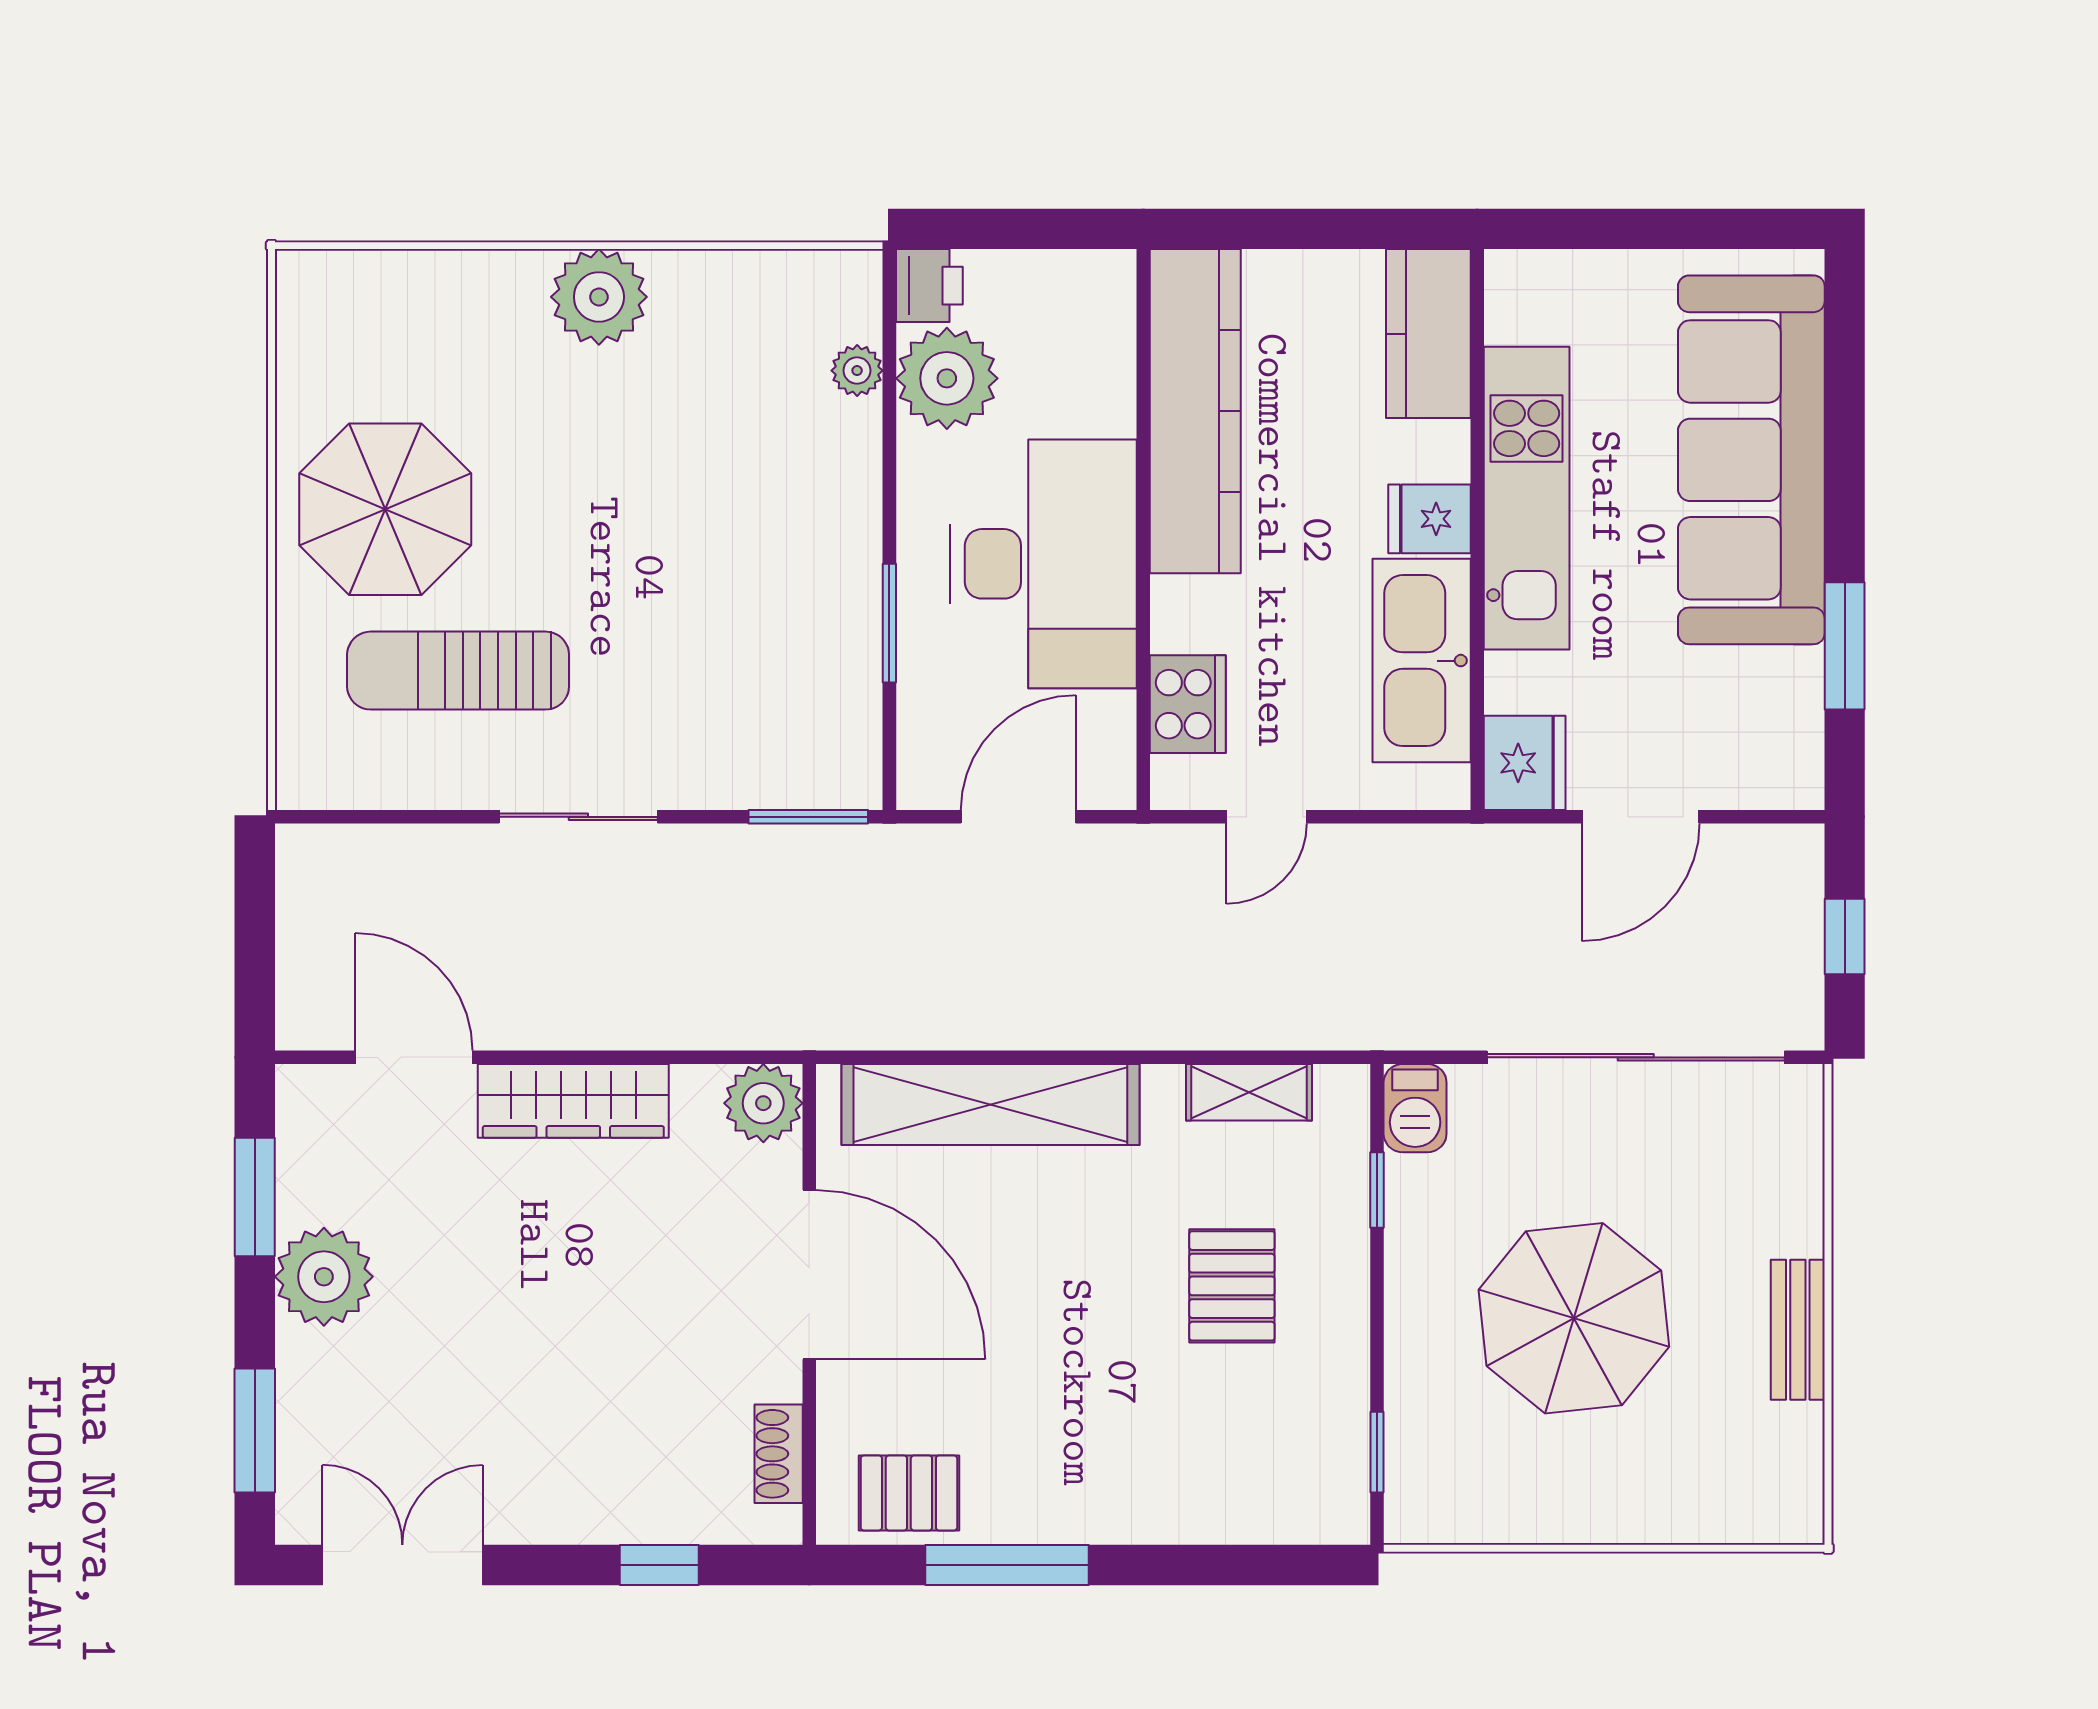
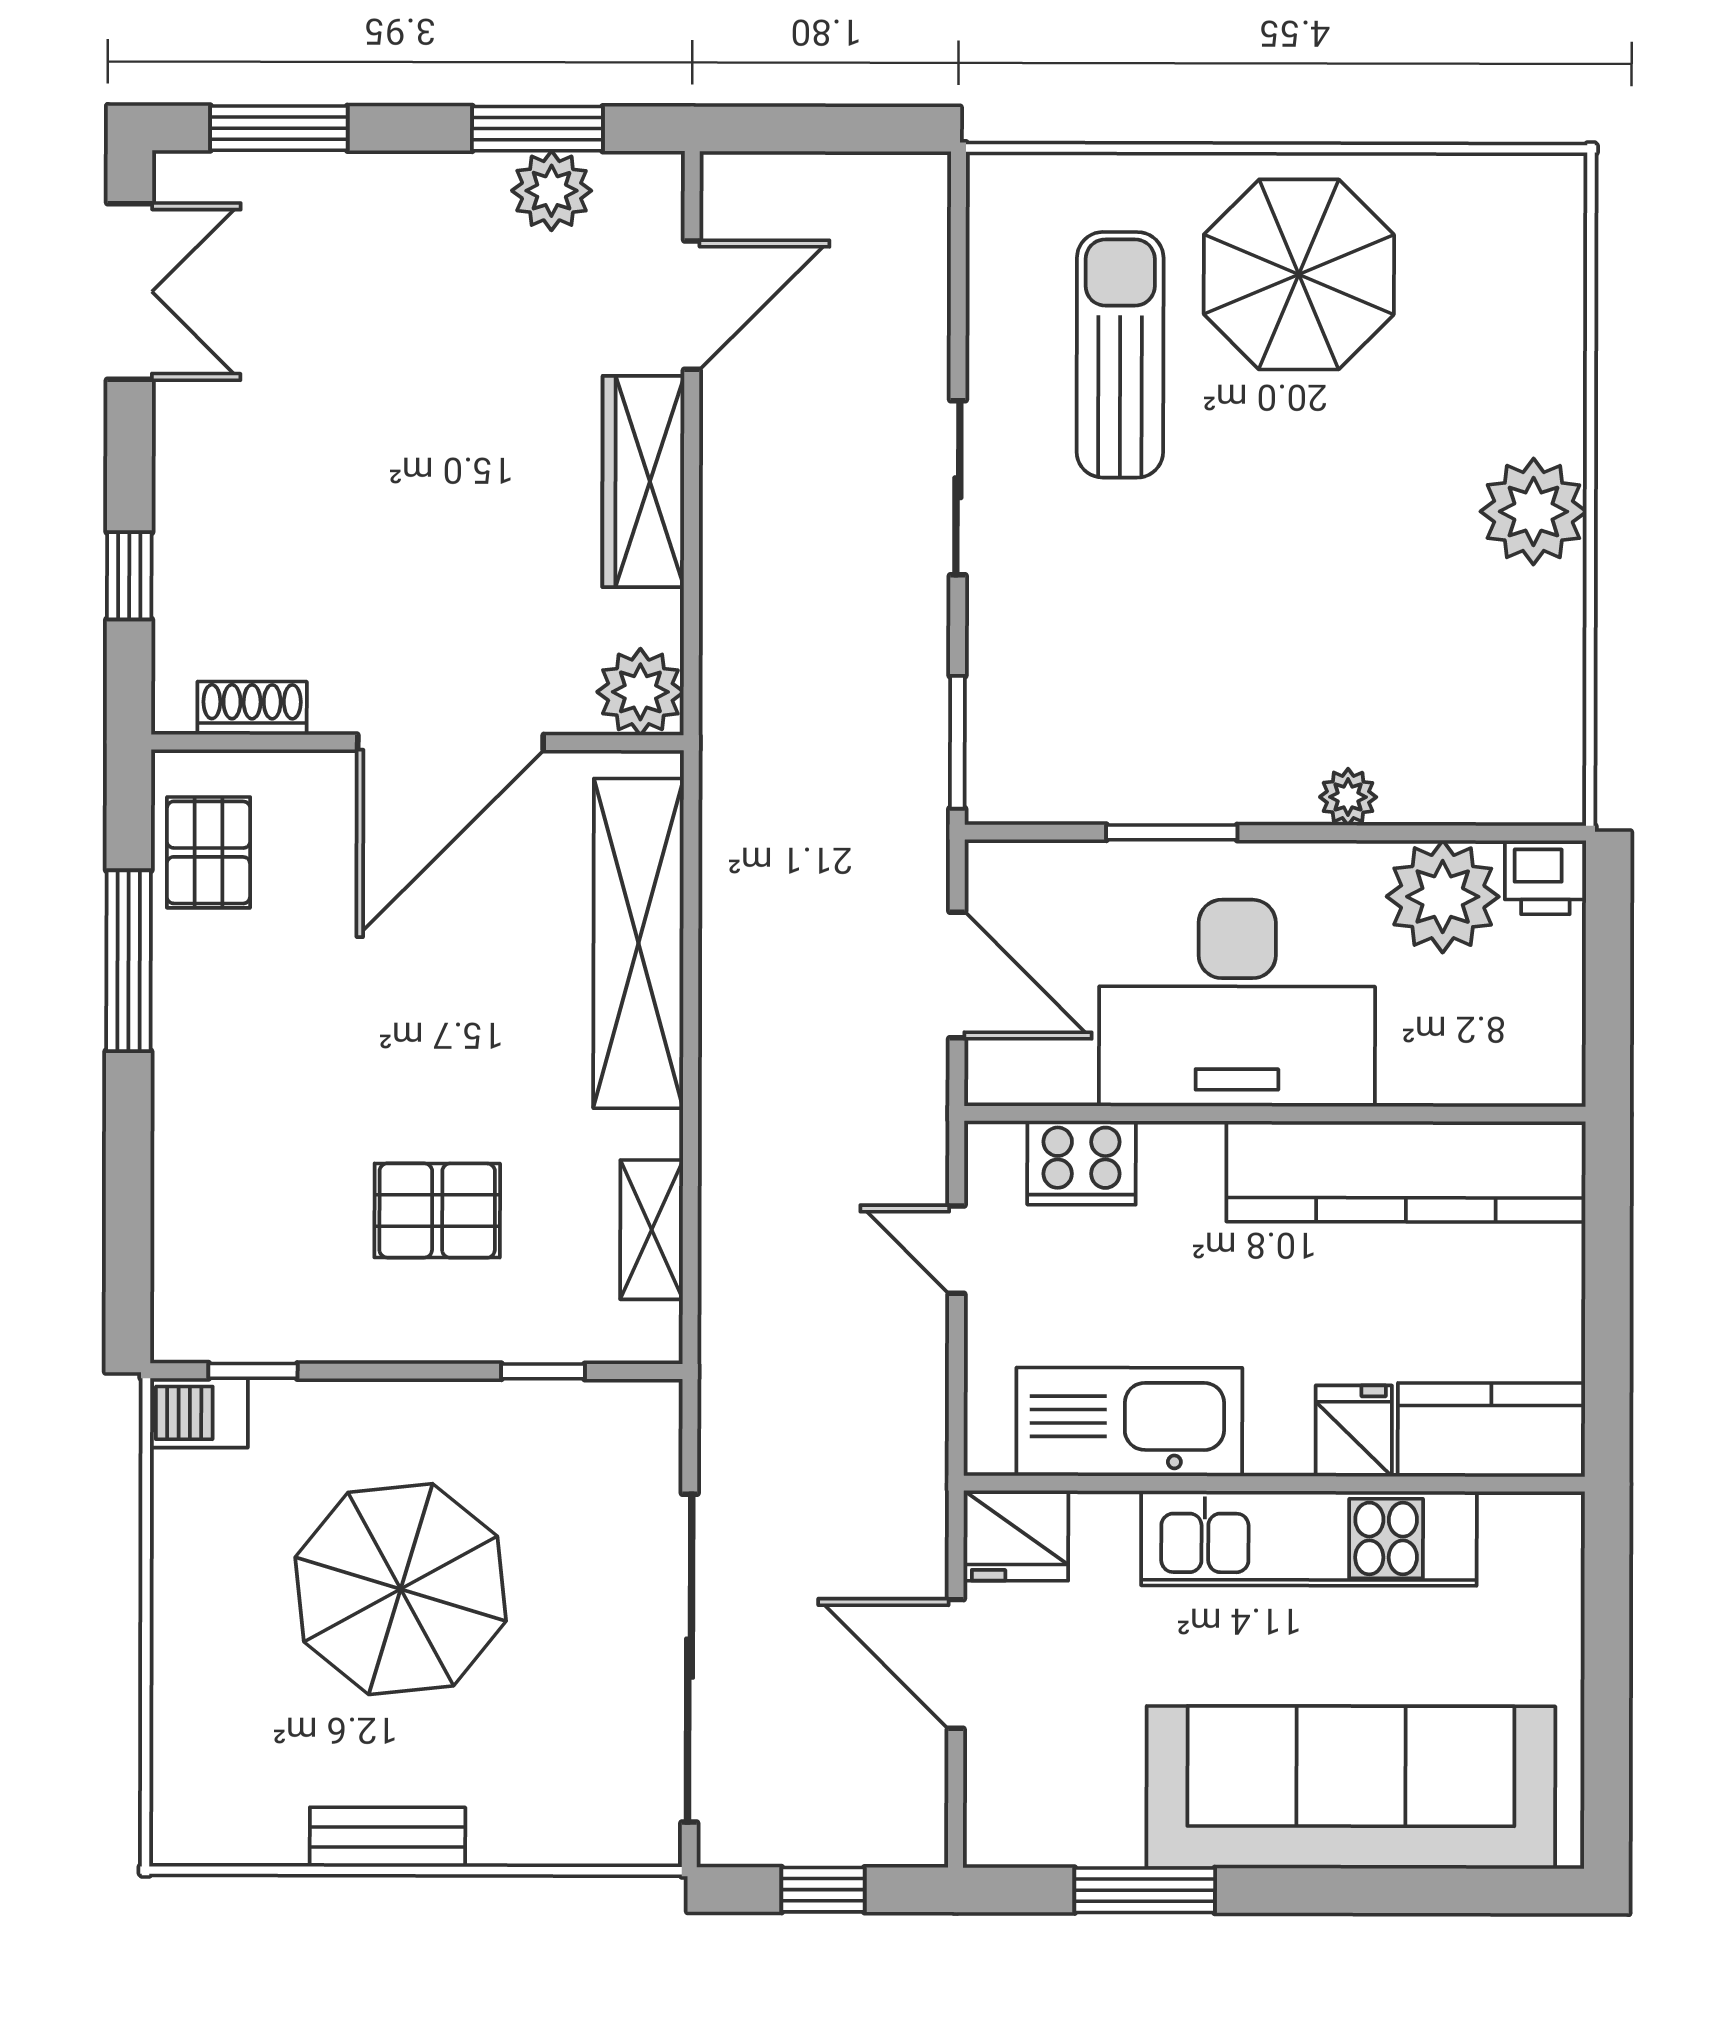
plant: (857, 371) -> (1348, 797), moved
fridge: (1429, 519) -> (1354, 1431), moved
barbecue: (1415, 1108) -> (199, 1413), moved
plant: (324, 1277) -> (552, 191), moved, width x0.73, depth x0.73

